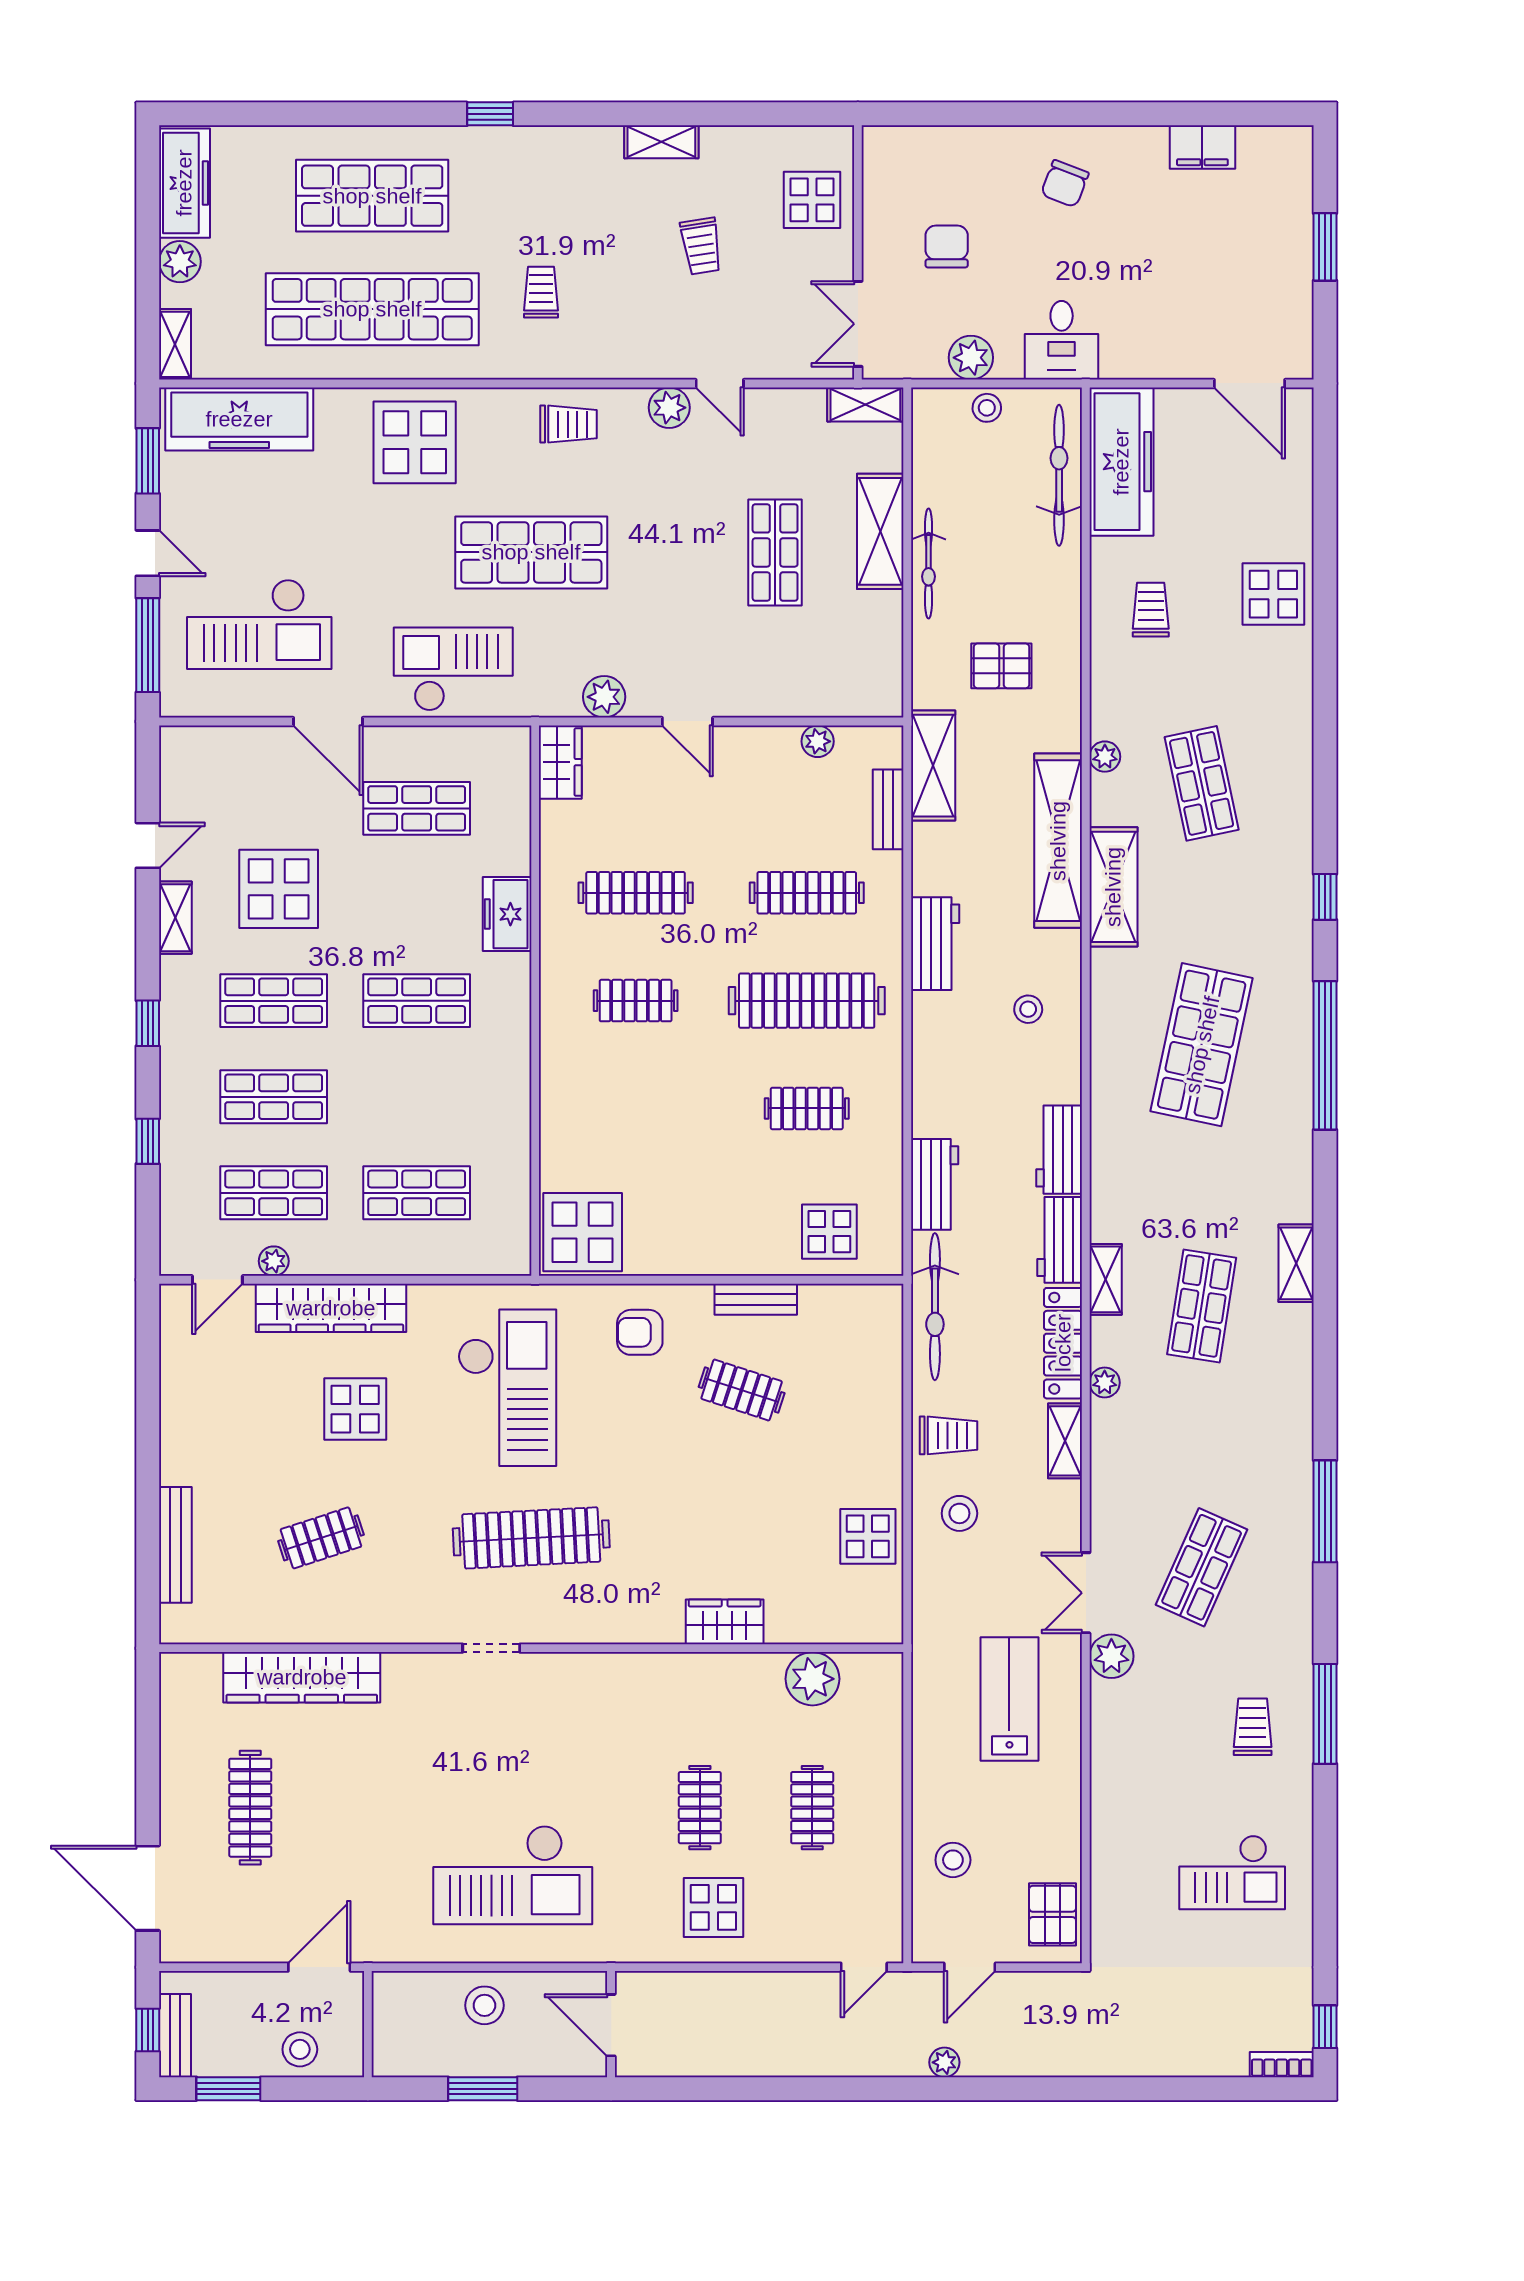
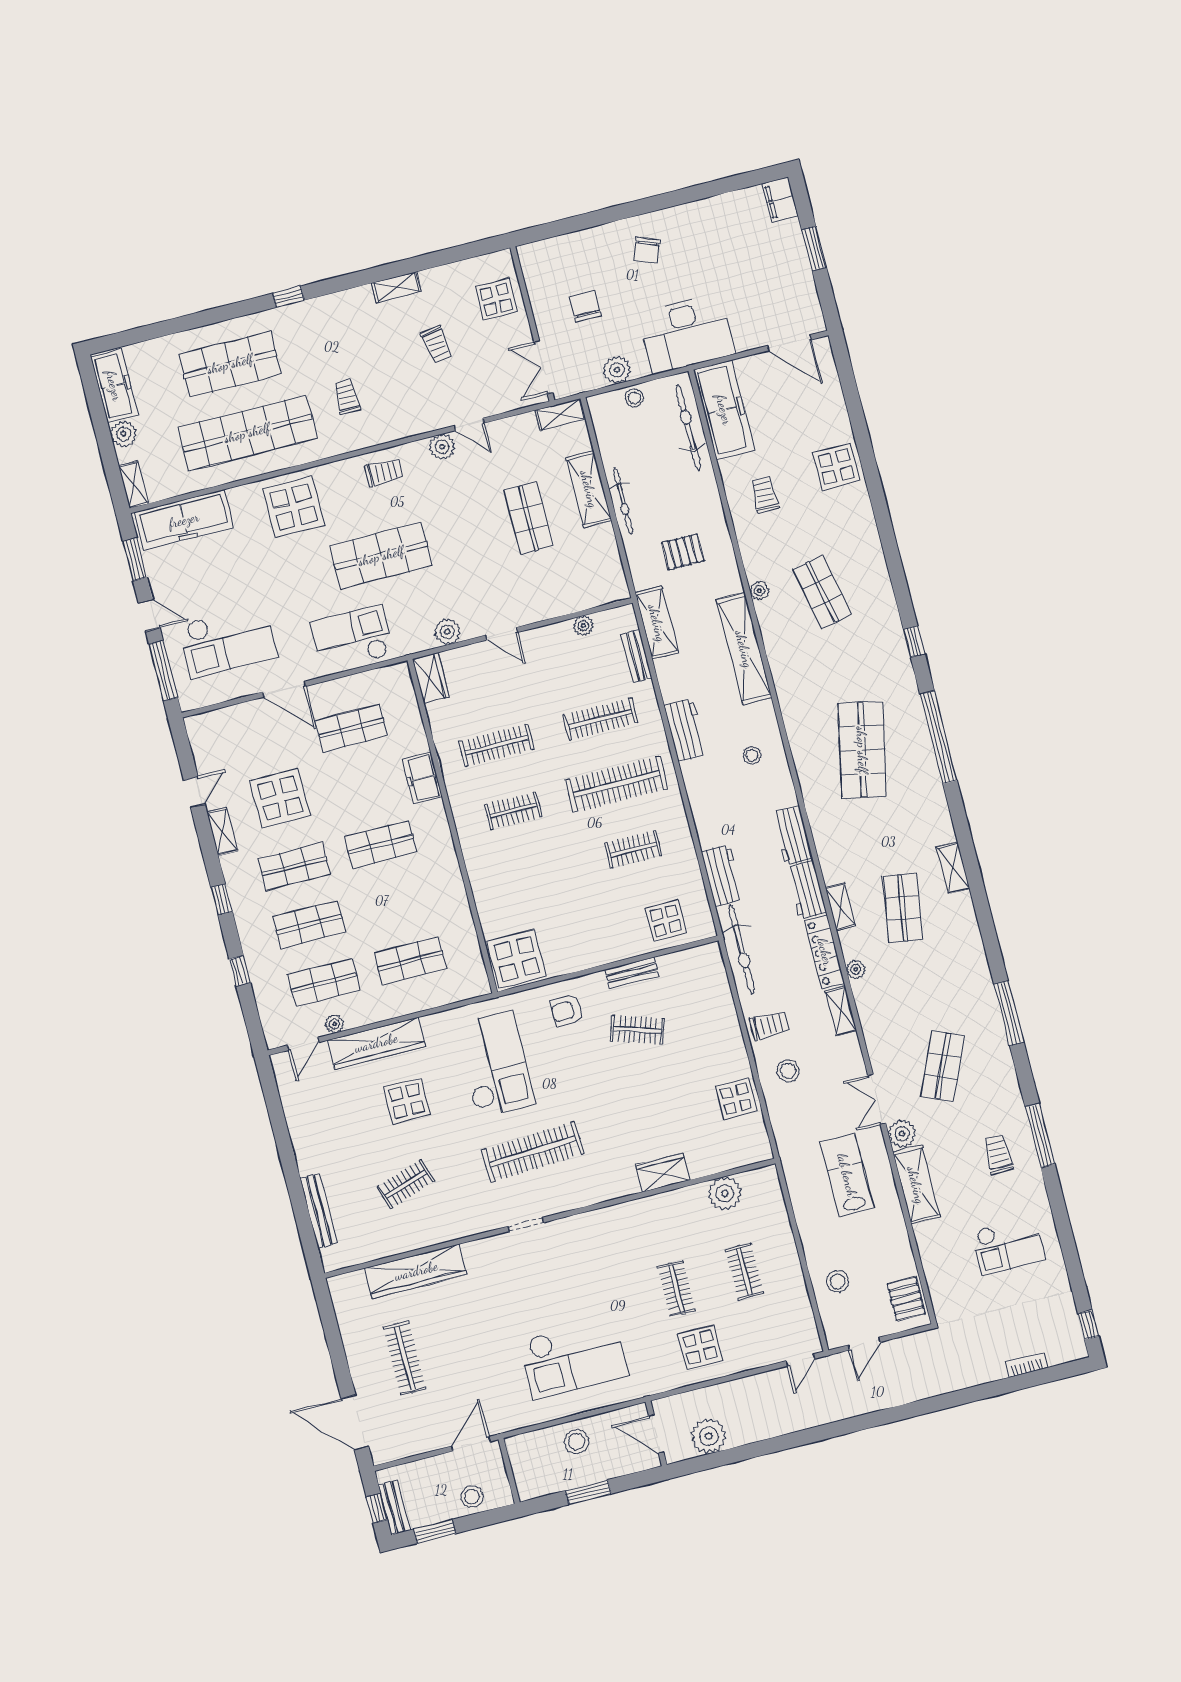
filing cabinet: (1202, 147) -> (780, 200), moved, turned 90
desk: (1062, 340) -> (686, 333), width x1.87, depth x1.30
shelving: (1113, 887) -> (916, 1185), moved
plant: (944, 2062) -> (709, 1436), moved, width x1.88, depth x1.88
bookcase: (1282, 2065) -> (1027, 1365), moved

